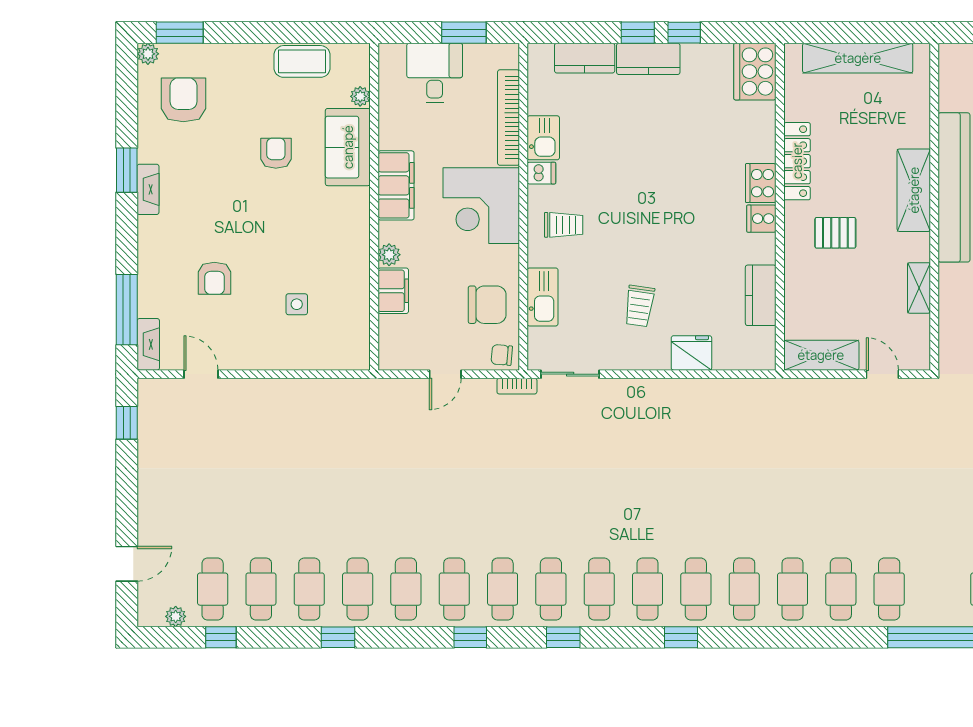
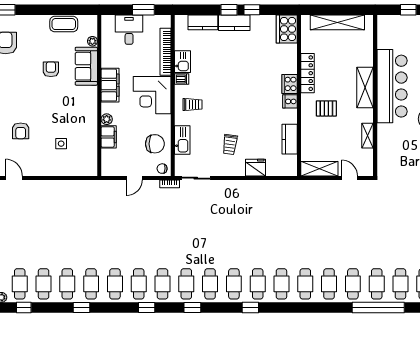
cafe table: (937, 589) -> (377, 284), added

